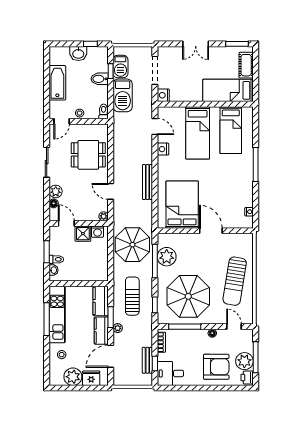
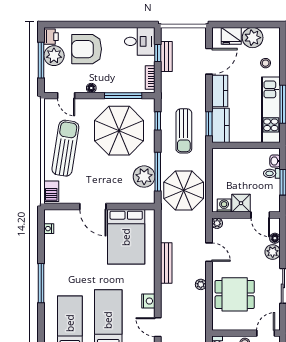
barbecue: (247, 244) -> (51, 191), added
window: (111, 317) -> (209, 124), moved
plant: (118, 328) -> (201, 284), moved

